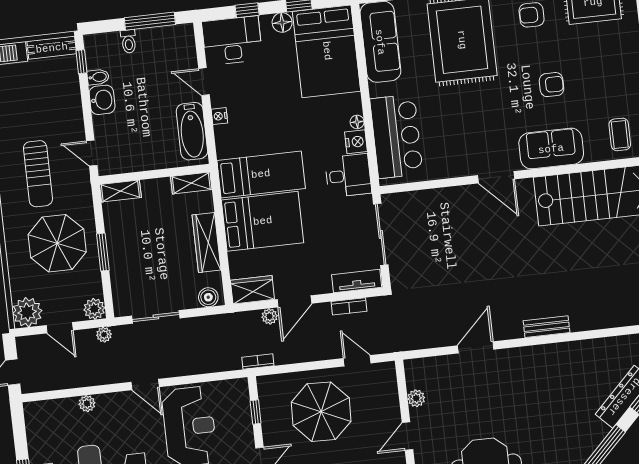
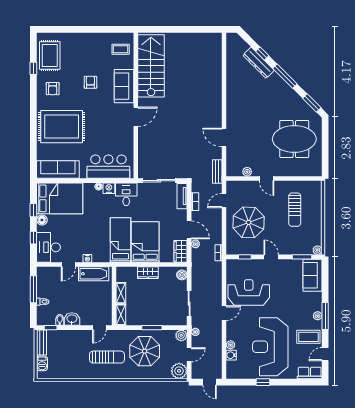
shelving: (191, 183) -> (121, 293), moved
wardrobe: (207, 242) -> (148, 273), width x0.67
bench: (547, 327) -> (217, 172), moved
water cooler: (68, 407) -> (231, 355), added

